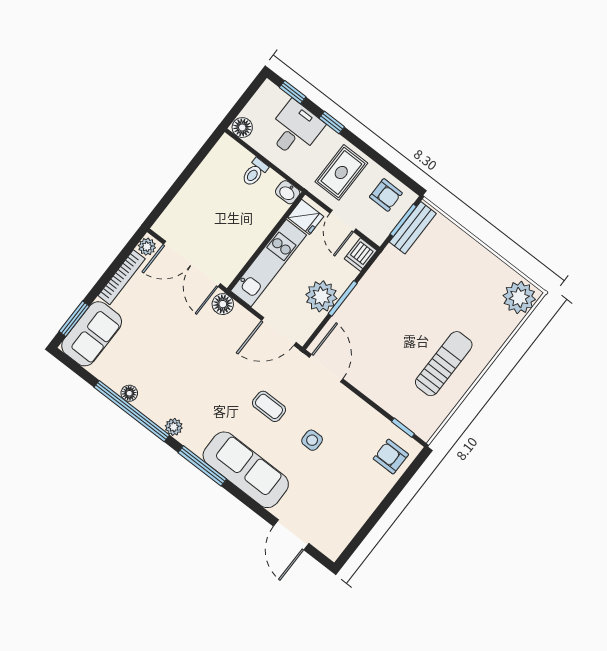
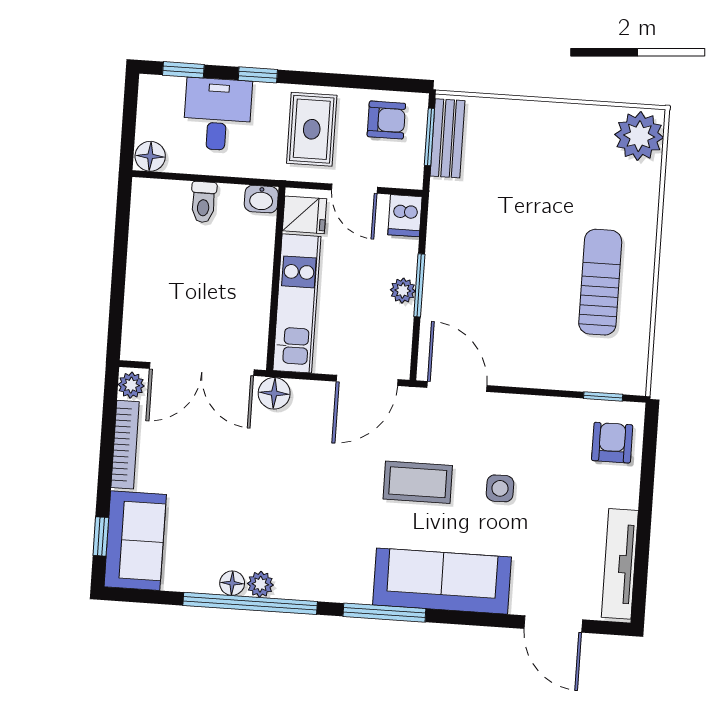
plant: (321, 296) -> (403, 291), width x0.53, depth x0.53
window: (74, 319) -> (101, 536), width x0.67
coffee table: (269, 406) -> (418, 482), width x1.36, depth x1.30
plant: (174, 427) -> (260, 584), moved
armchair: (391, 457) -> (612, 443), turned 90
tv unit: (350, 526) -> (620, 564), added

